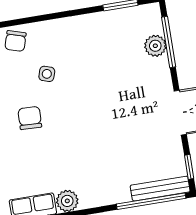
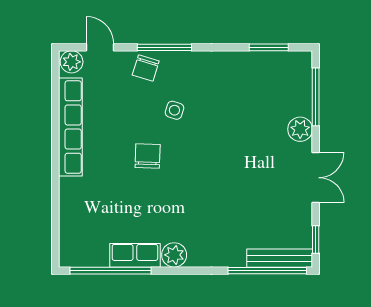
window: (29, 20) -> (164, 47), added
plant: (155, 46) -> (300, 129), moved

